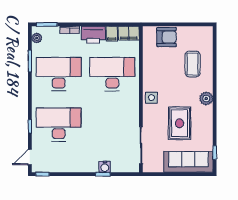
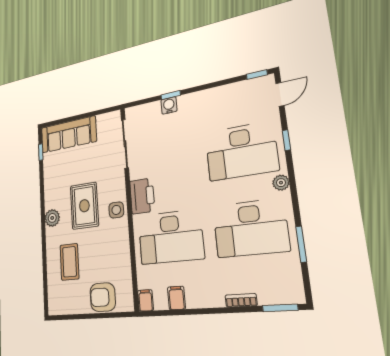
filing cabinet: (129, 33) -> (145, 300), width x0.50
printer: (93, 35) -> (142, 196), moved, turned 90
plant: (37, 38) -> (281, 183), moved
rug: (180, 123) -> (84, 206), moved

